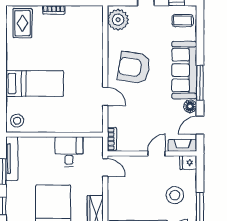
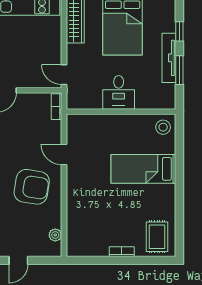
plant: (118, 20) -> (55, 235), width x0.53, depth x0.53
desk: (69, 152) -> (119, 92), moved
tv unit: (12, 159) -> (169, 58), moved

